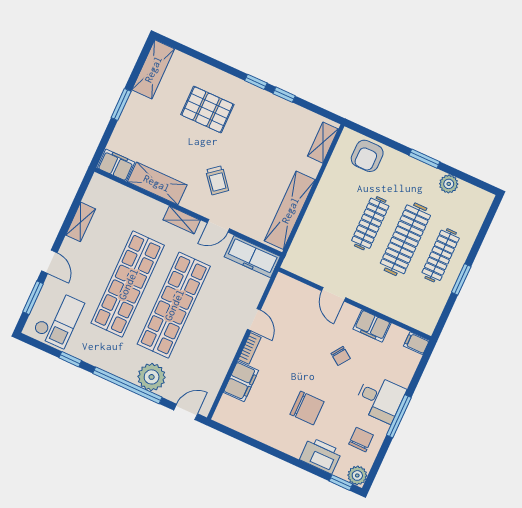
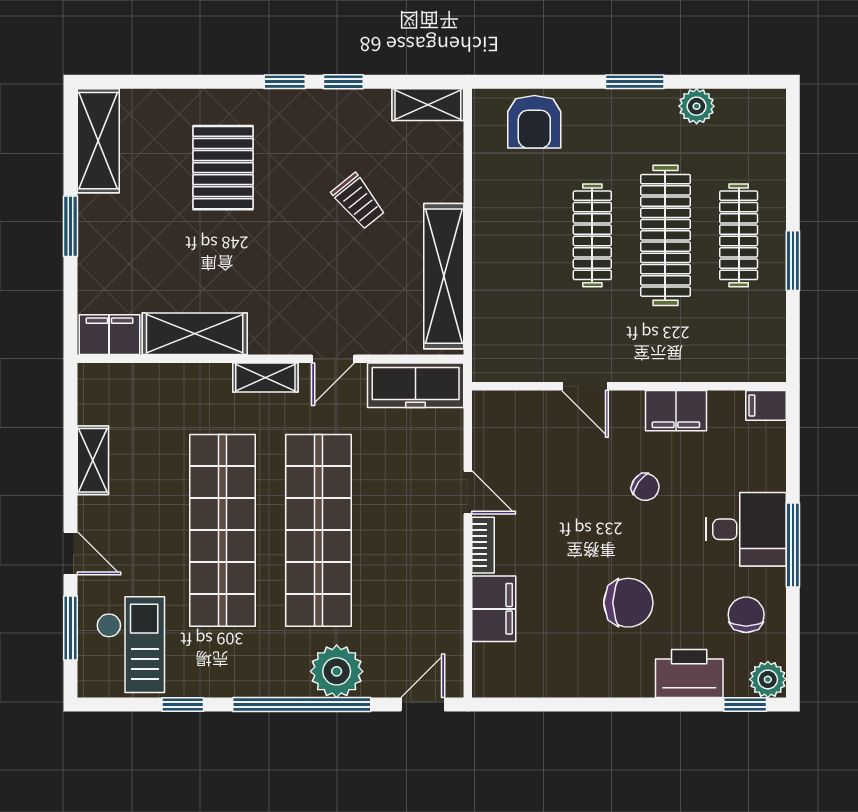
pallet: (207, 110) -> (223, 168), turned 90
shelving: (323, 143) -> (428, 105), moved, turned 90
trolley: (217, 180) -> (359, 201), moved

